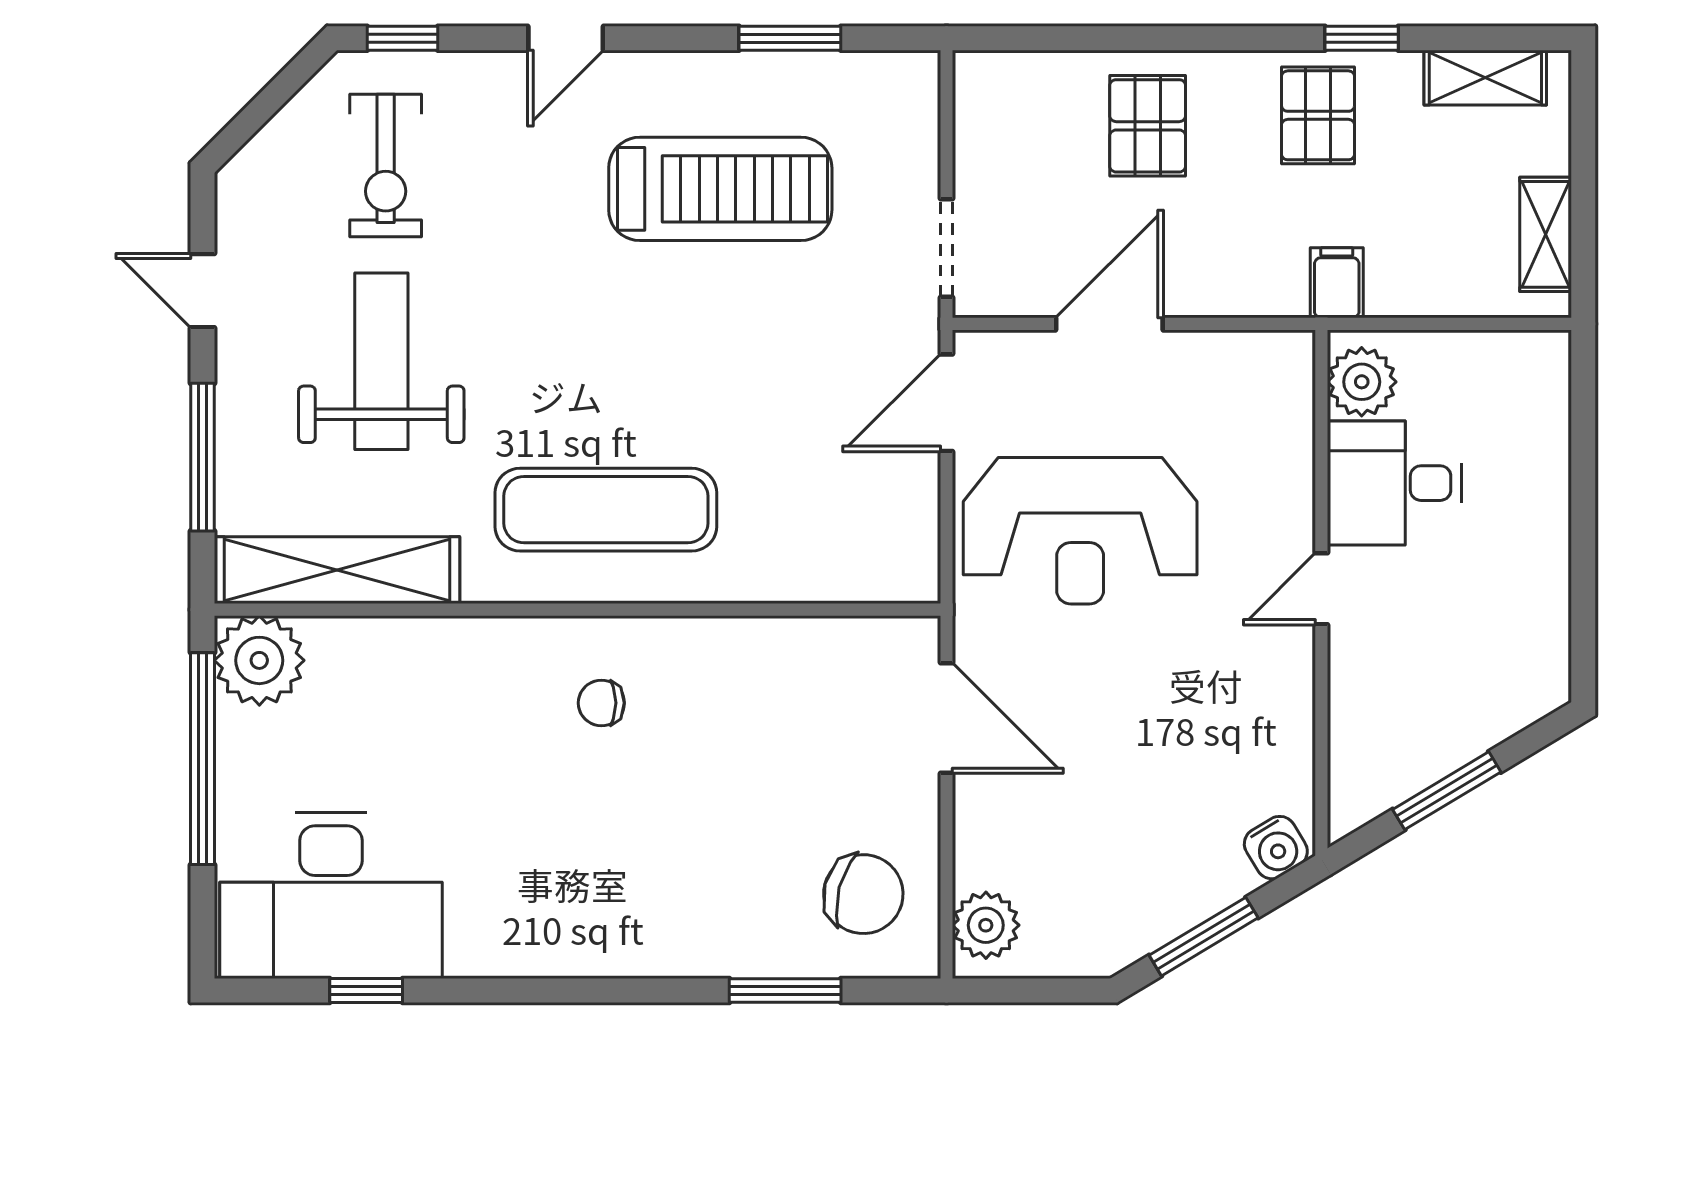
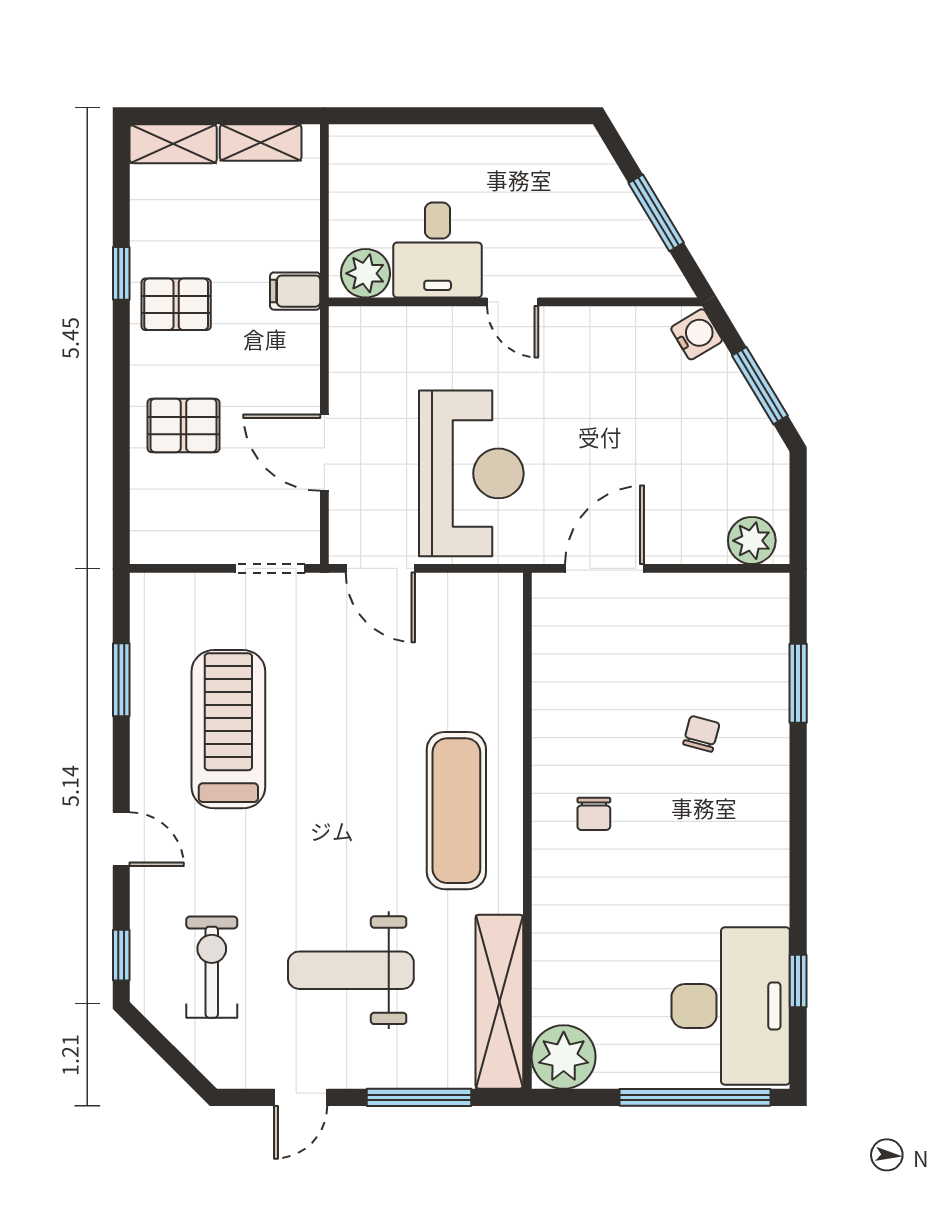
shelving: (1485, 78) -> (173, 144), moved, turned 90
exercise bike: (386, 166) -> (212, 967), turned -90
window: (202, 759) -> (695, 1097), moved
chair: (863, 894) -> (701, 734), moved, width x0.54, depth x0.54

